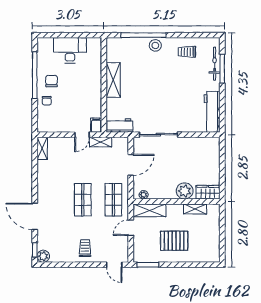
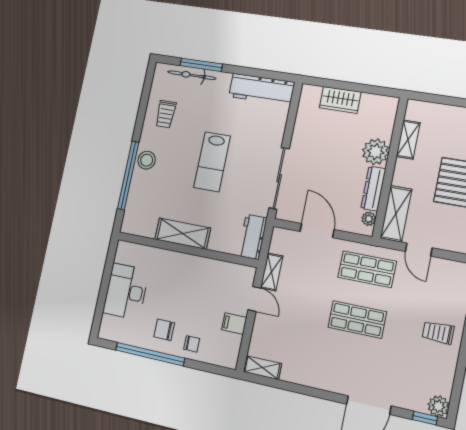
lab bench: (162, 89) -> (212, 162), added
filing cabinet: (96, 125) -> (234, 324), moved
wardrobe: (208, 192) -> (340, 100), moved, turned -90
dresser: (162, 194) -> (373, 189), added

